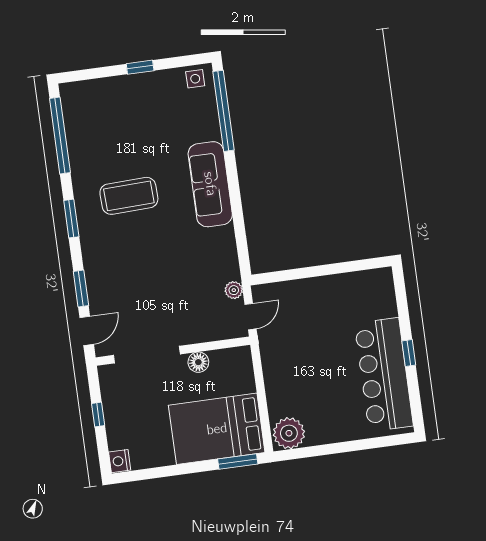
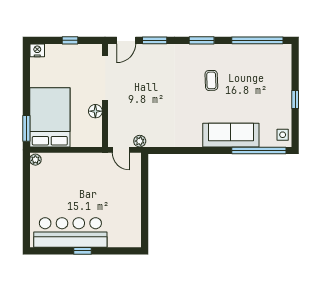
sofa: (210, 184) -> (231, 135), moved
coffee table: (129, 196) -> (211, 80), width x0.54, depth x0.58
door: (87, 331) -> (126, 40), hinge flipped
plant: (289, 433) -> (35, 160), width x0.53, depth x0.53

